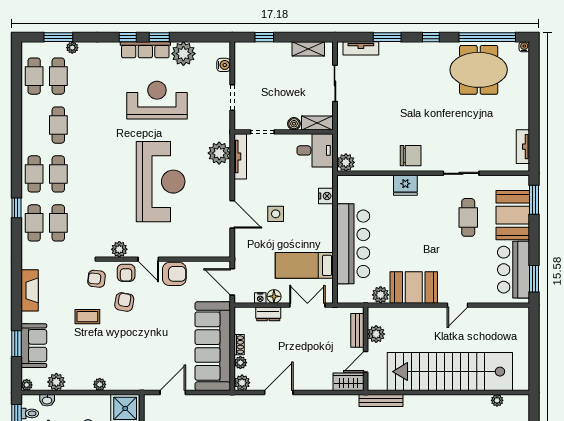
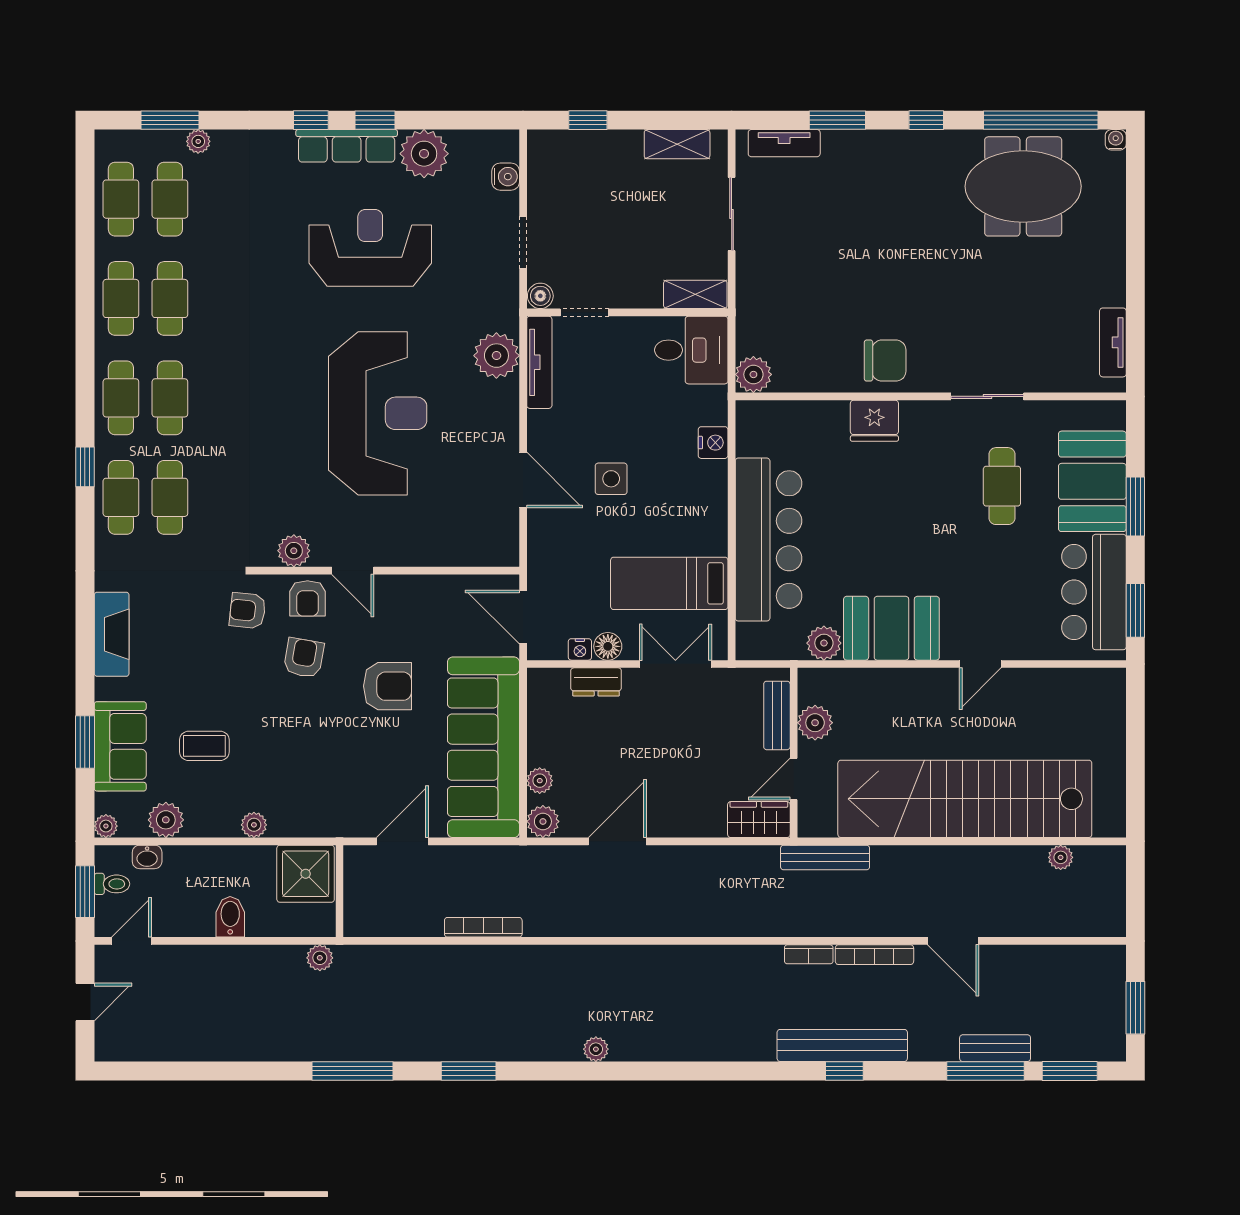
boiler: (294, 124) -> (540, 296), moved
cafe table: (34, 125) -> (121, 298), added
window: (534, 200) -> (1135, 506), moved
armchair: (174, 274) -> (387, 686), moved
coffee table: (87, 317) -> (204, 746), moved
shoe rack: (239, 345) -> (537, 744), removed

